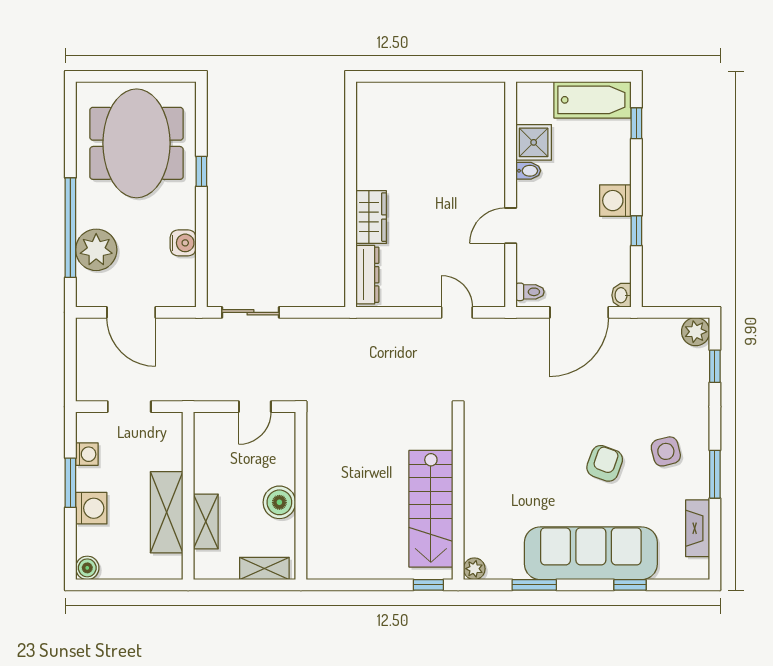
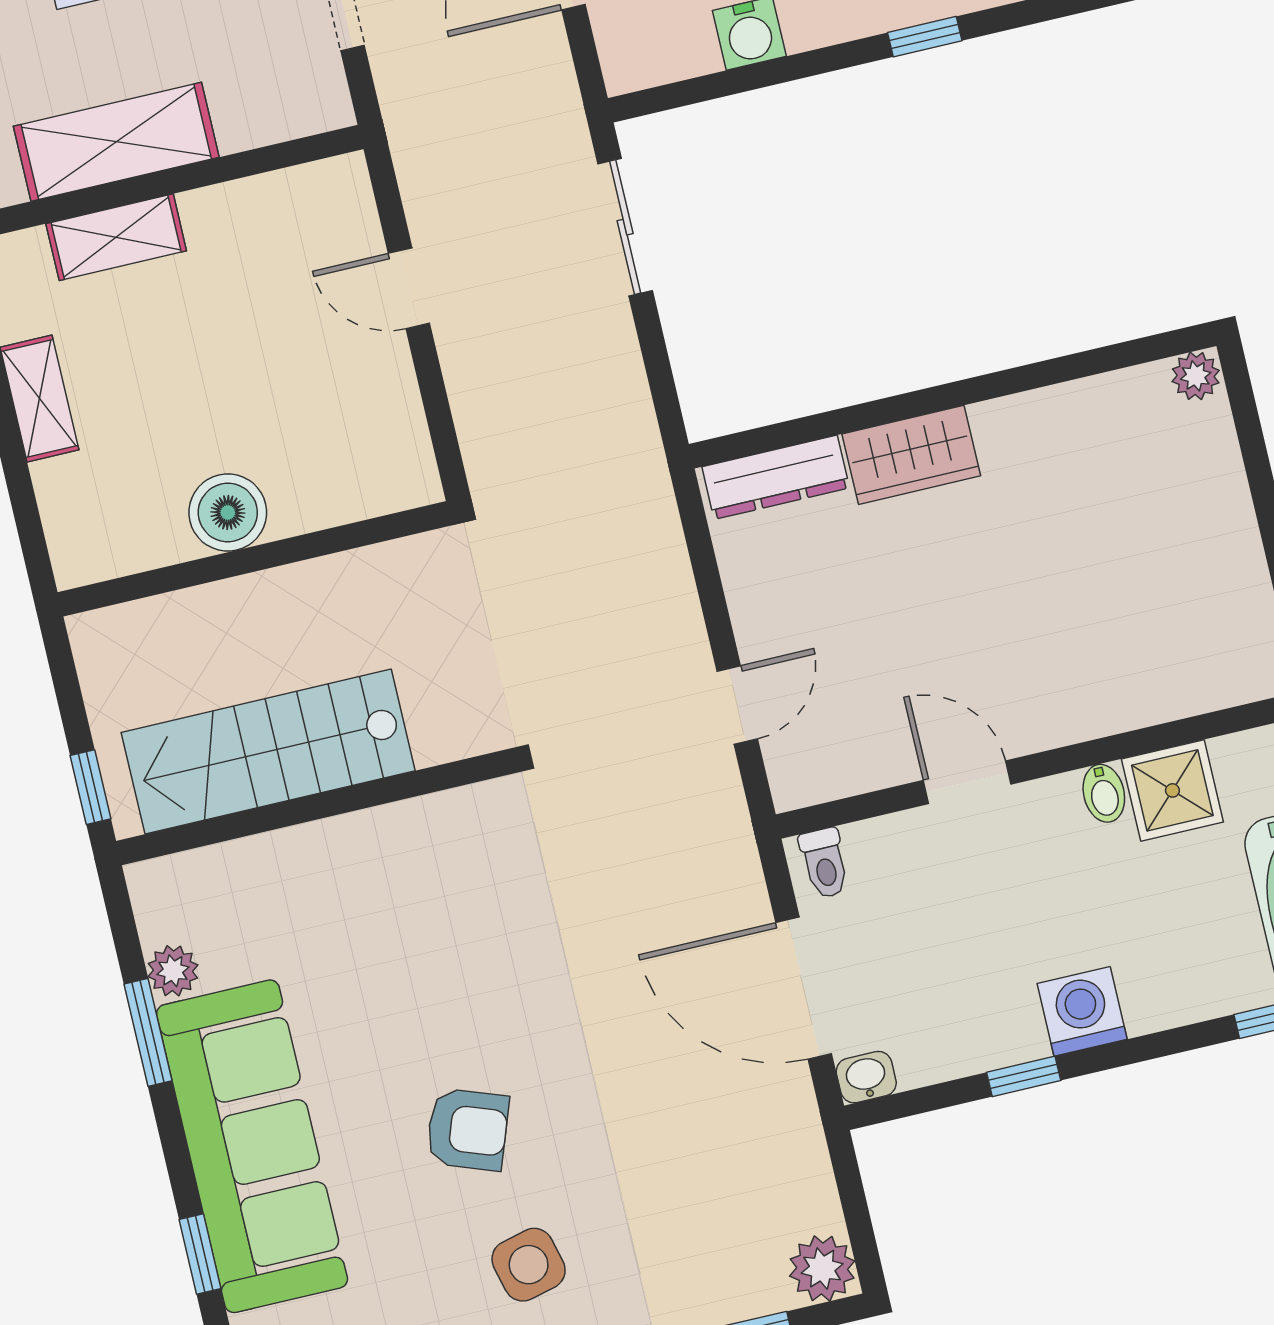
plant: (366, 93) -> (1196, 376), added
wall: (301, 496) -> (255, 559), moved
boiler: (279, 502) -> (228, 513), moved
plant: (474, 569) -> (173, 971), moved

